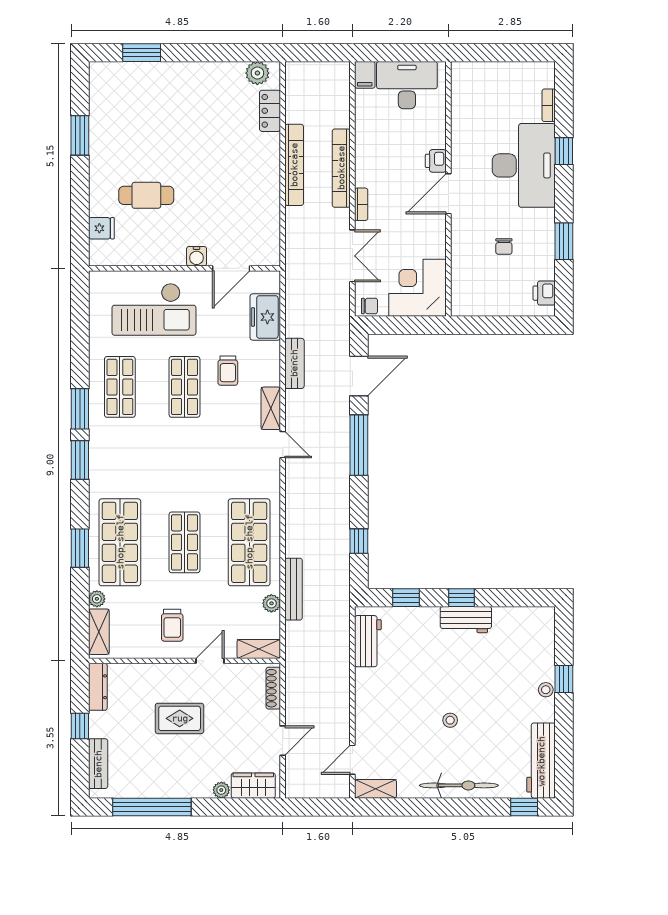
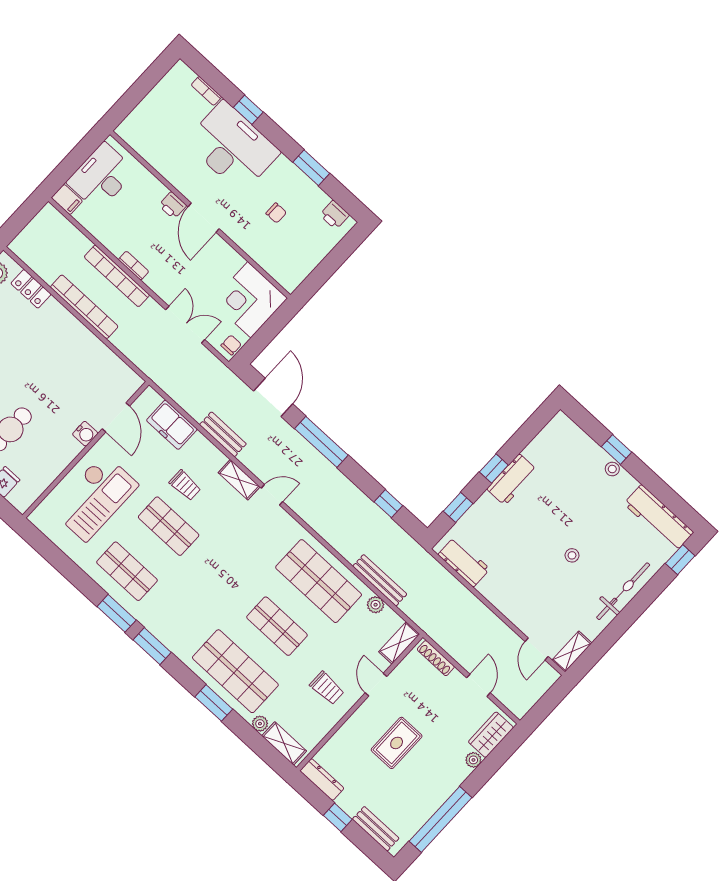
bookcase: (361, 204) -> (133, 266), moved

